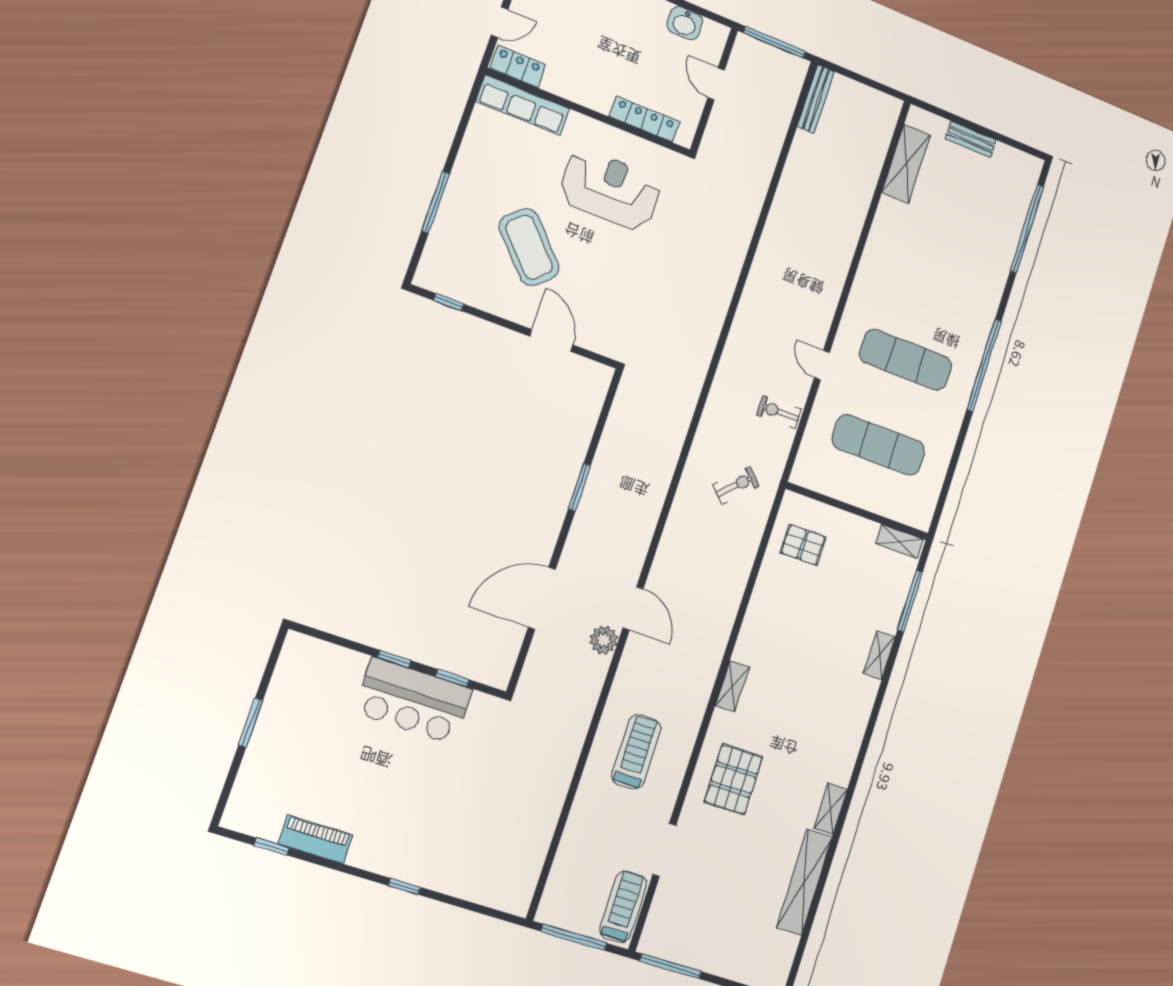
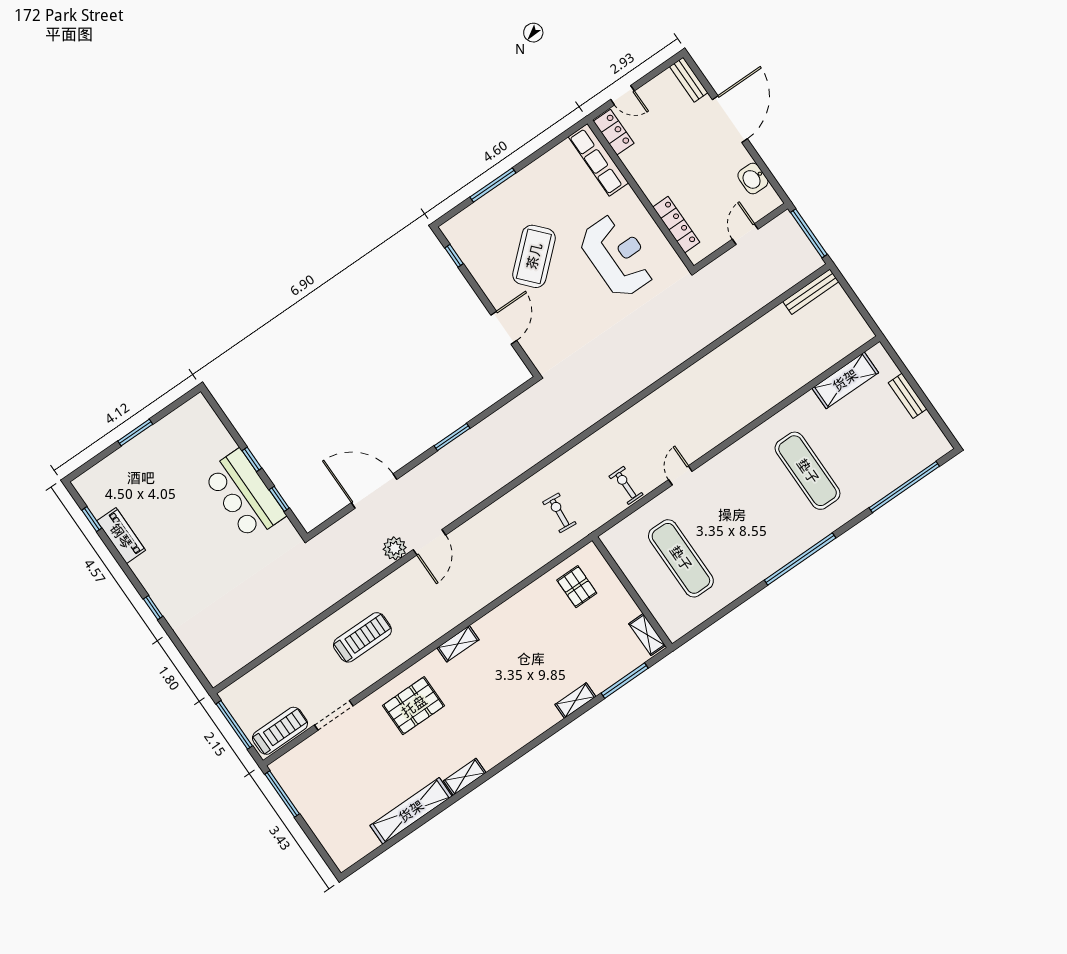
exercise mat: (906, 360) -> (808, 471), moved
exercise bike: (736, 485) -> (559, 513), turned -131

